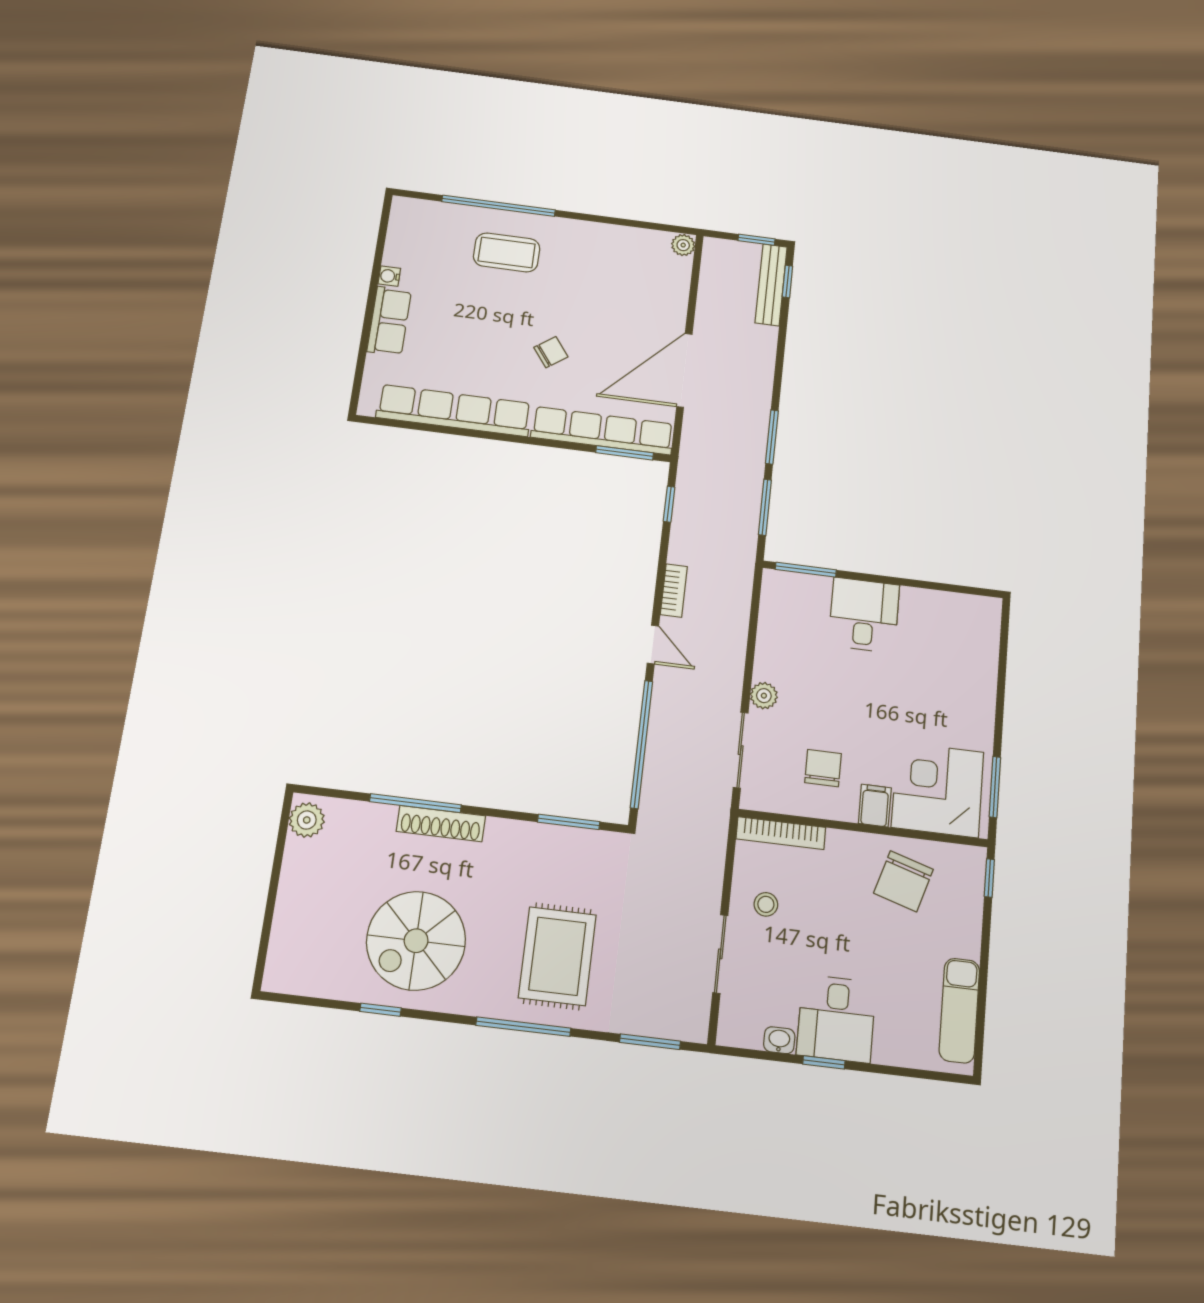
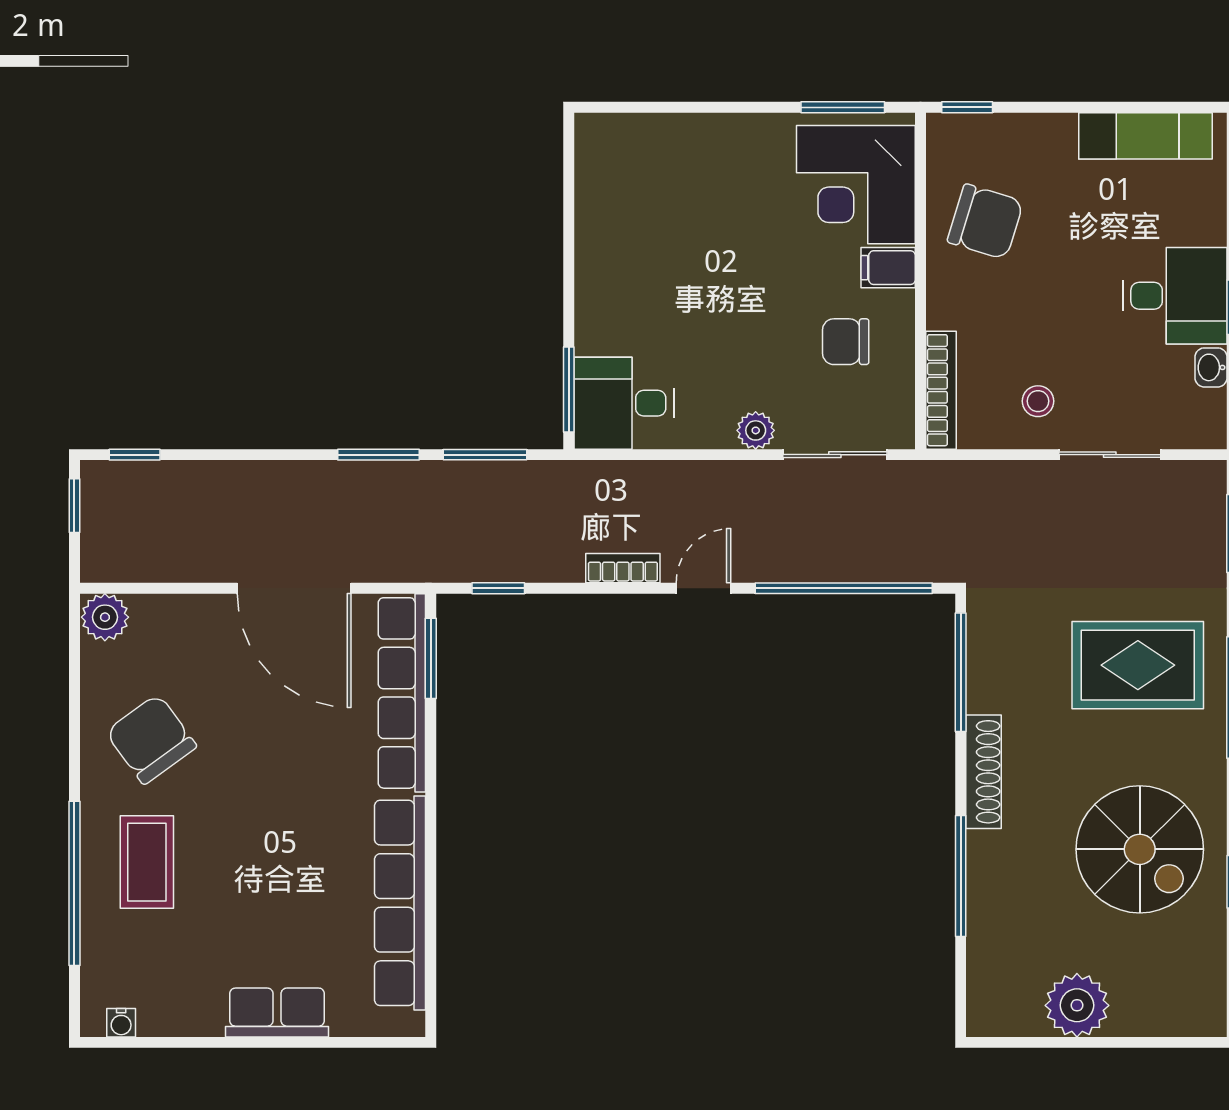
plant: (683, 245) -> (105, 617), width x1.38, depth x1.38
water cooler: (389, 276) -> (121, 1023), moved
bench: (771, 285) -> (143, 478), removed
chair: (551, 352) -> (151, 739), moved, width x1.87, depth x1.87
desk: (864, 615) -> (624, 403), moved
plant: (307, 820) -> (1077, 1005), moved, width x1.36, depth x1.36
window: (569, 822) -> (961, 672), width x1.44
shoe rack: (441, 824) -> (984, 772), moved

